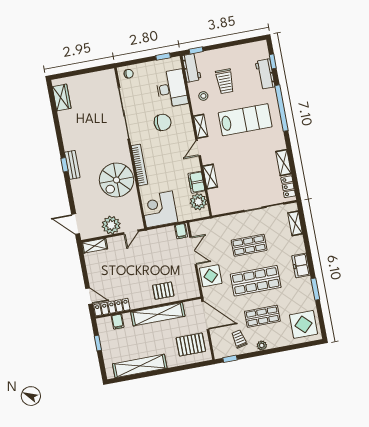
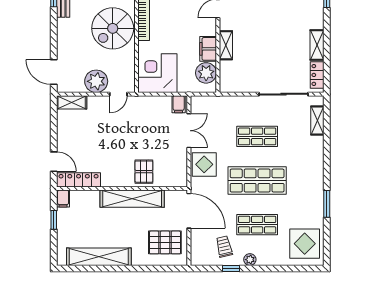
freezer: (301, 265) -> (315, 172), removed
pallet: (163, 291) -> (144, 172), turned 90
filing cabinet: (118, 322) -> (63, 198), moved
window: (230, 359) -> (231, 268), moved

